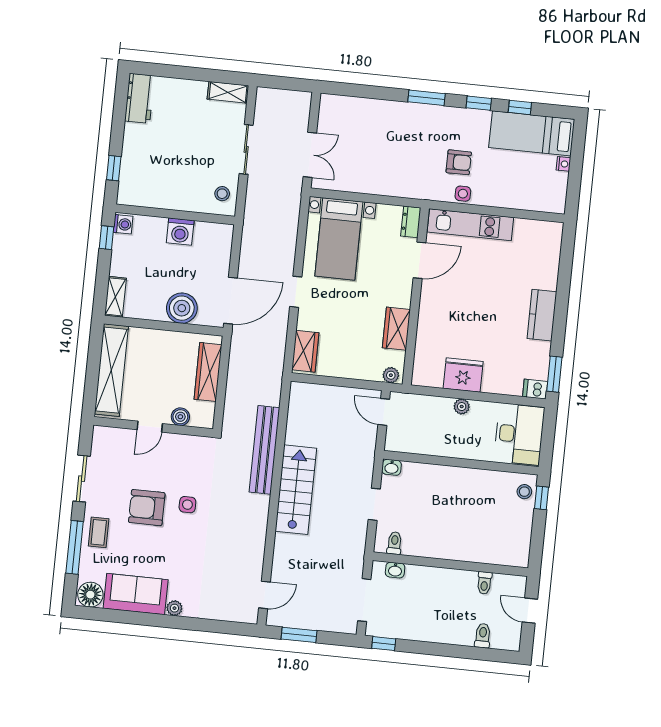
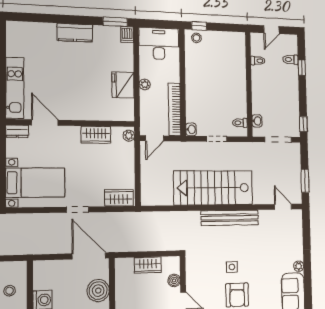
stool: (222, 194) -> (10, 291), moved
wardrobe: (208, 372) -> (148, 265), width x0.67
bookcase: (423, 446) -> (174, 109), added
bench: (264, 450) -> (230, 218), moved
stairs: (296, 490) -> (213, 188), width x1.36, depth x1.51
window: (469, 652) -> (302, 68), added

